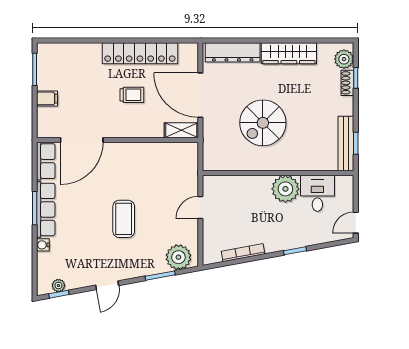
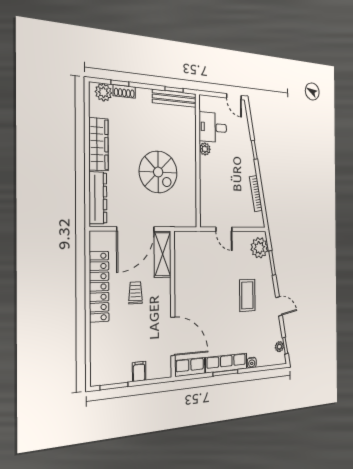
shelving: (181, 130) -> (163, 254), width x1.50, depth x1.33
plant: (285, 189) -> (205, 149), width x0.53, depth x0.53
coffee table: (124, 219) -> (247, 295), moved, turned 90

